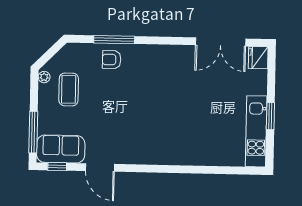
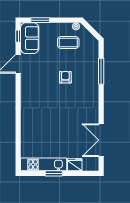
fridge: (258, 58) -> (75, 165), moved
armchair: (112, 60) -> (65, 77), moved
window: (33, 132) -> (40, 20), width x0.69

